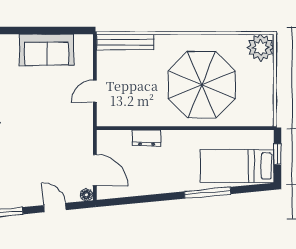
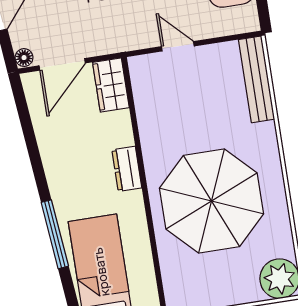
dresser: (147, 138) -> (127, 169), moved
wardrobe: (114, 140) -> (111, 85), added

